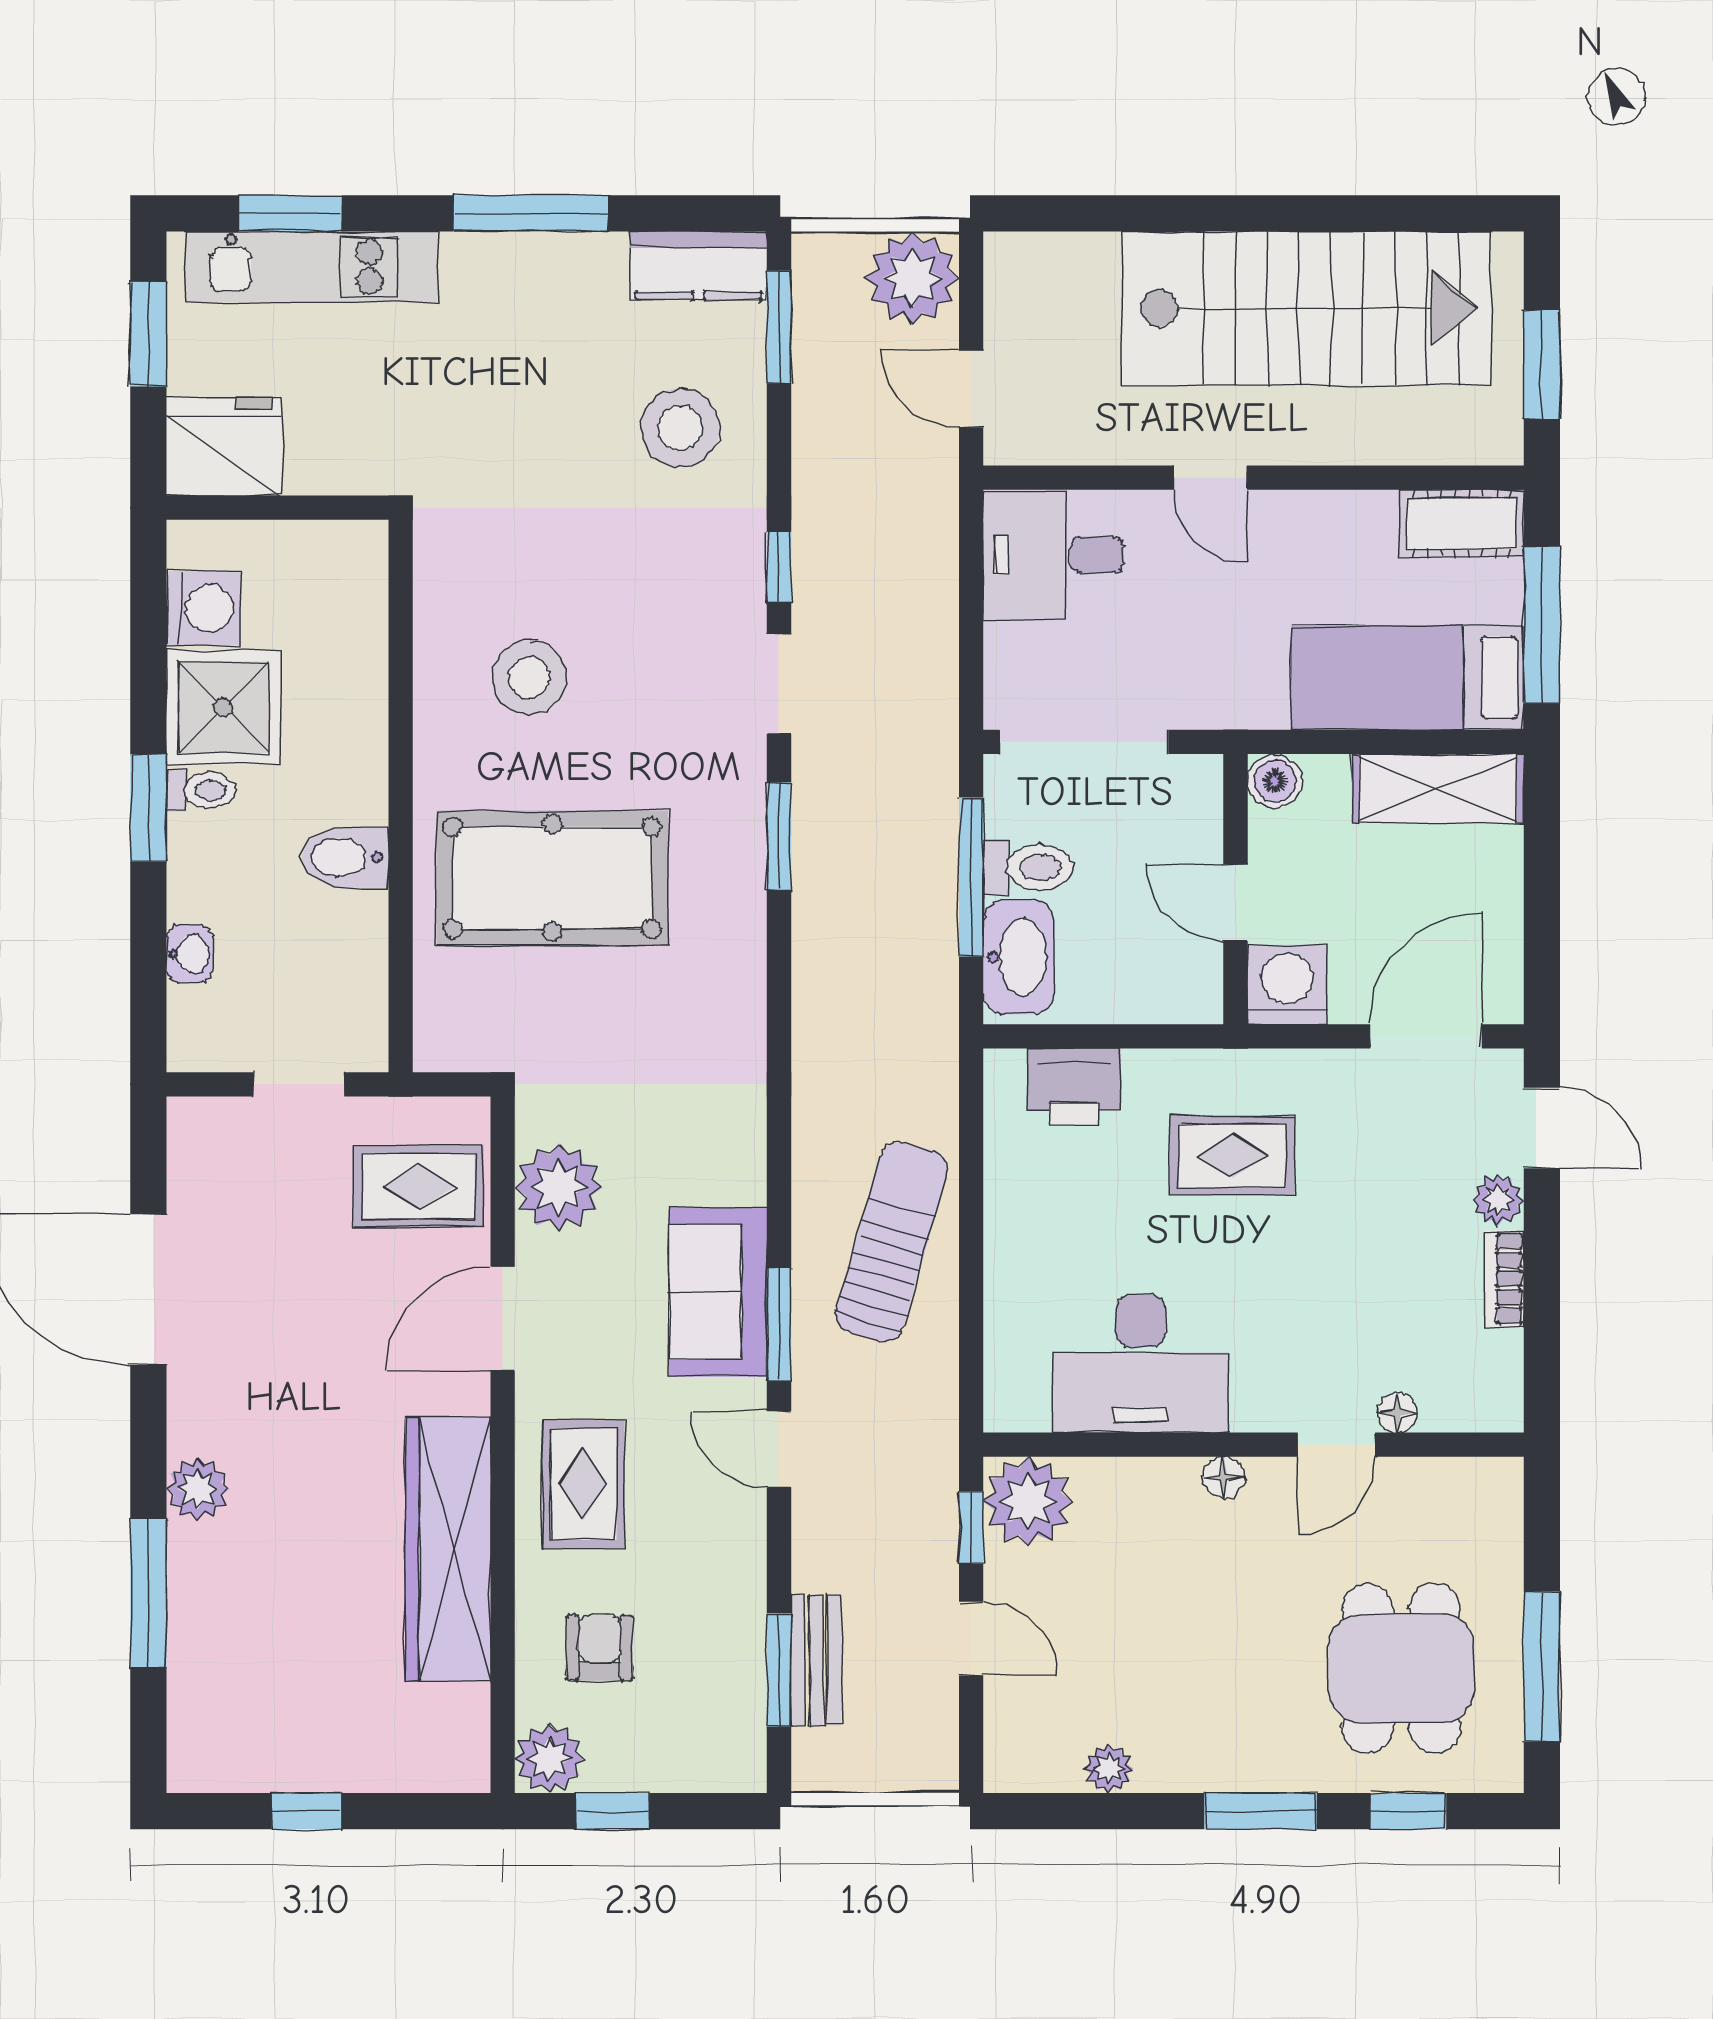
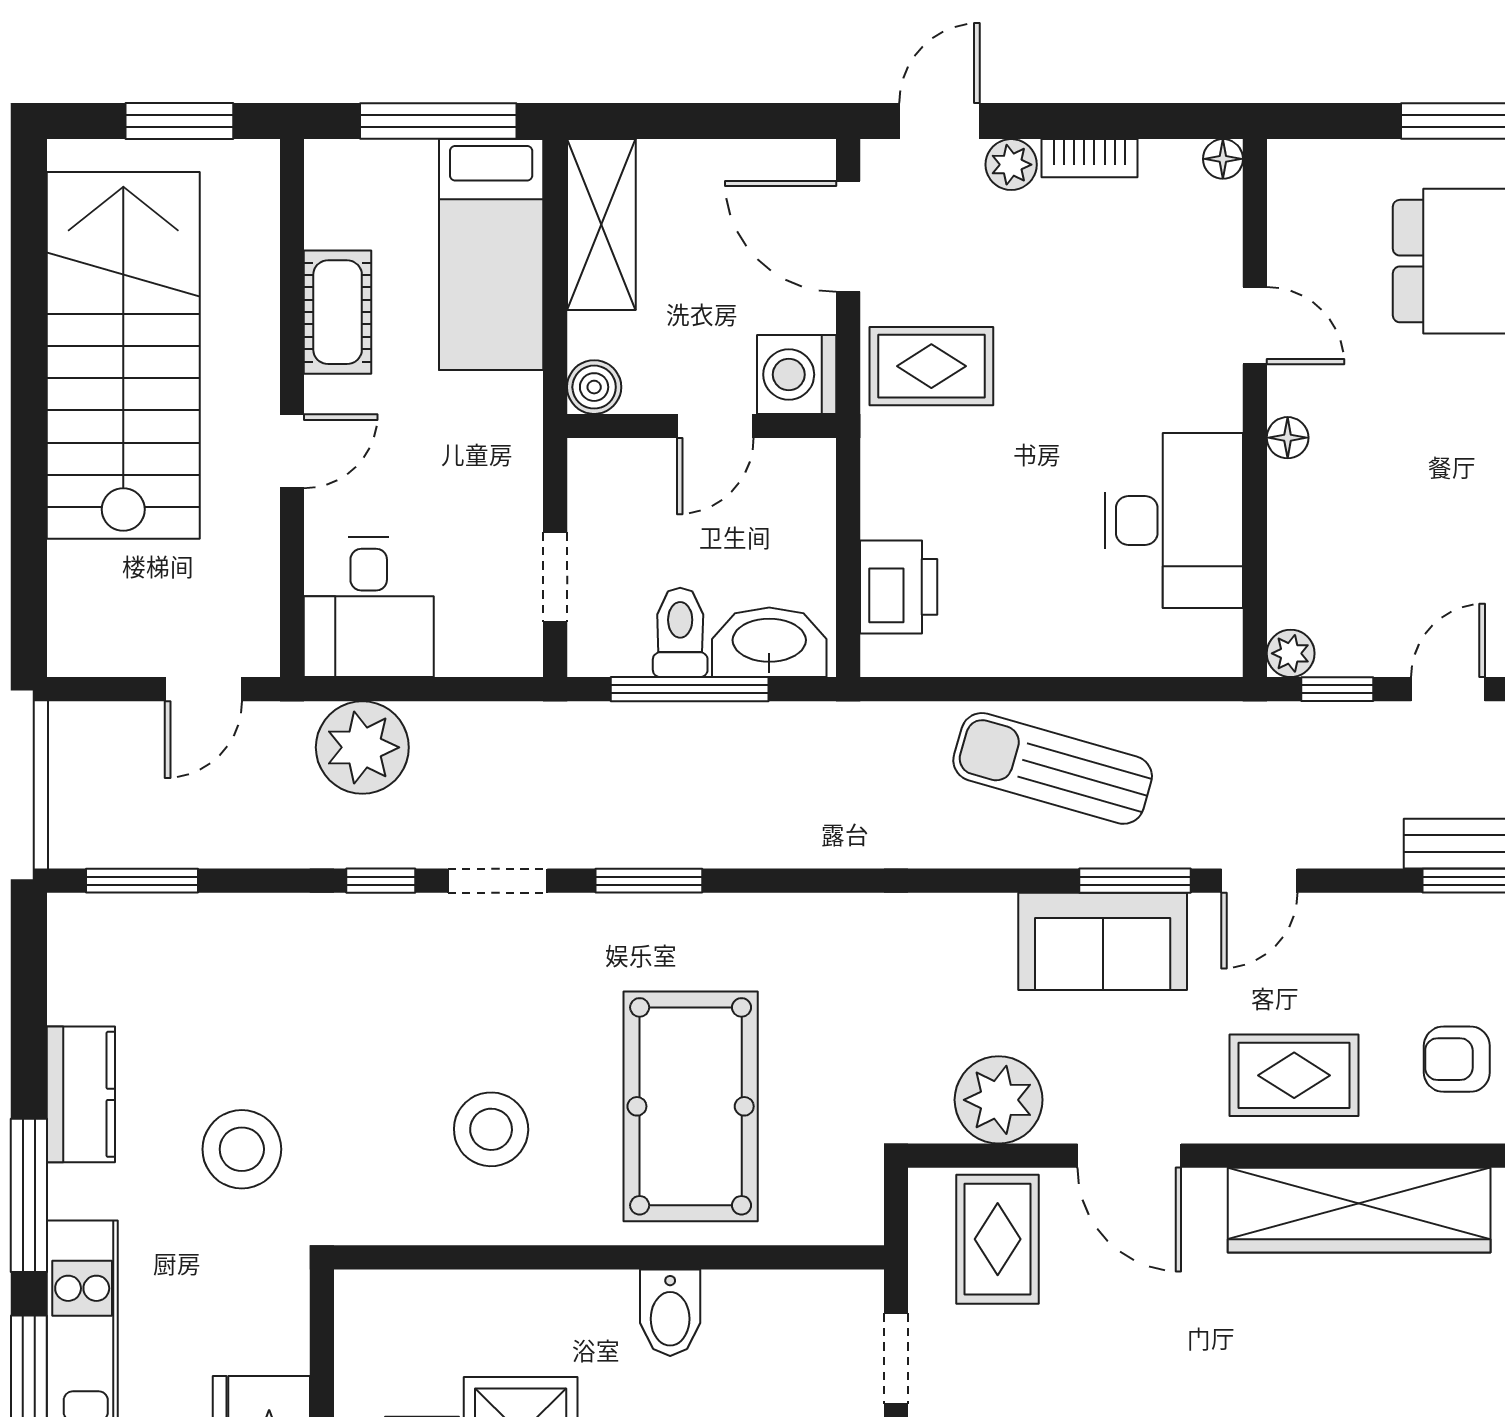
window: (531, 213) -> (29, 1195), moved
kitchen counter: (699, 266) -> (81, 1094), moved
plant: (913, 278) -> (362, 747), moved
stool: (680, 428) -> (242, 1149), moved
cot: (1462, 523) -> (338, 312), moved
doorway: (1084, 742) -> (555, 577), width x0.53
rug: (1232, 1156) -> (931, 366), moved, turned 90
floor lamp: (1397, 1413) -> (1223, 159), moved
plant: (1028, 1502) -> (1291, 653), width x0.53, depth x0.53

